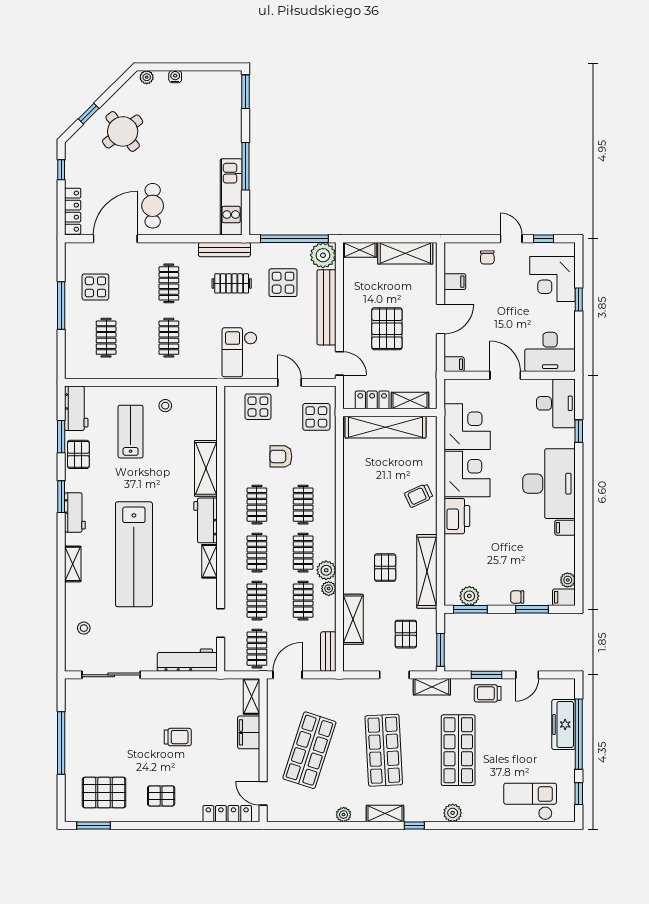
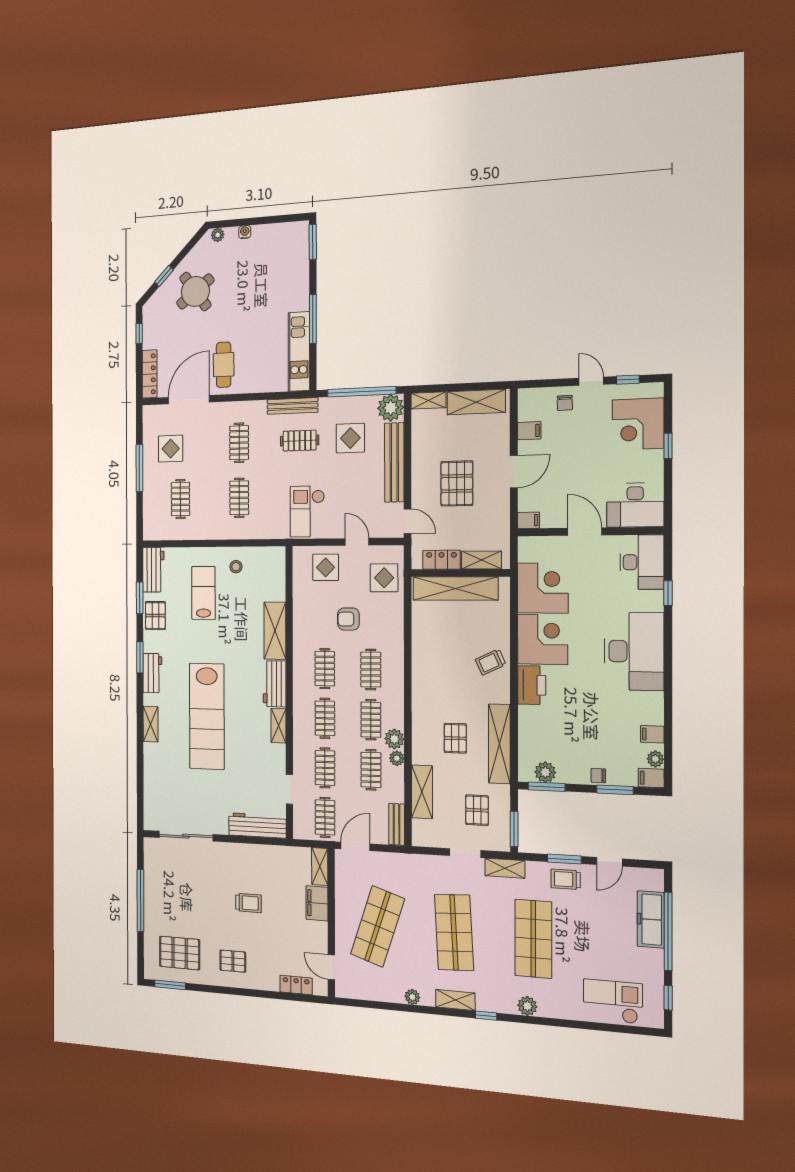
filing cabinet: (565, 528) -> (652, 734), moved
stool: (84, 628) -> (161, 788), removed
locker: (227, 814) -> (296, 985), width x0.66

